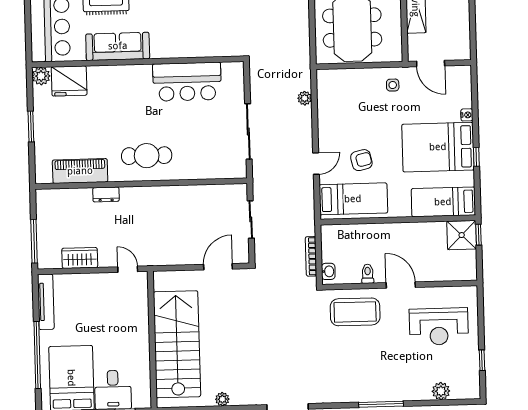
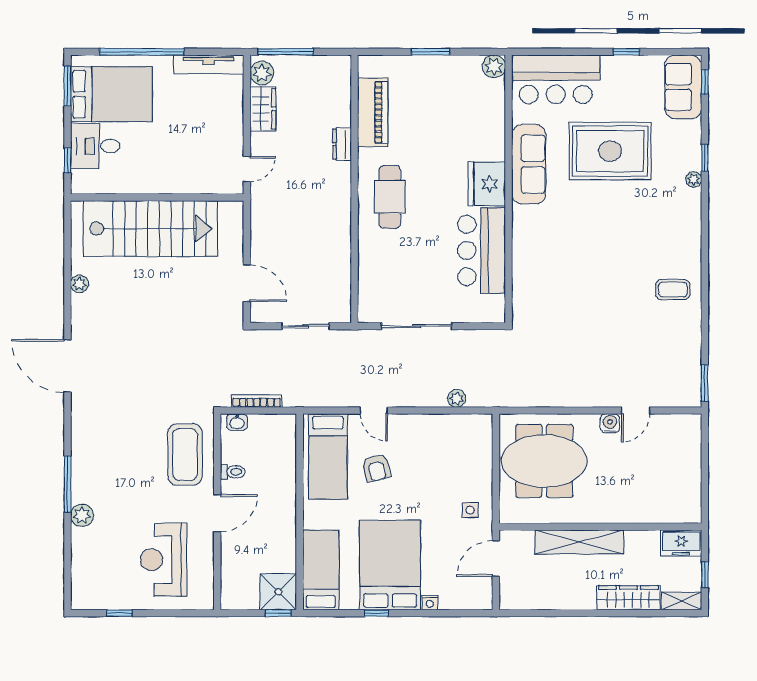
fridge: (69, 81) -> (487, 184), moved
plant: (51, 259) -> (262, 73), added
plant: (441, 391) -> (82, 515), moved

